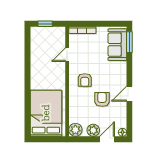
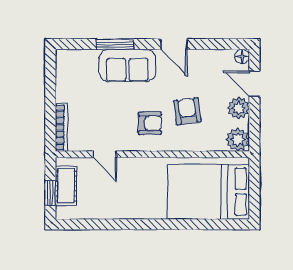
cot: (49, 33) -> (66, 186), added
window: (129, 42) -> (115, 44), moved
sofa: (117, 45) -> (127, 65), moved
armchair: (102, 99) -> (187, 111), moved, turned 82

